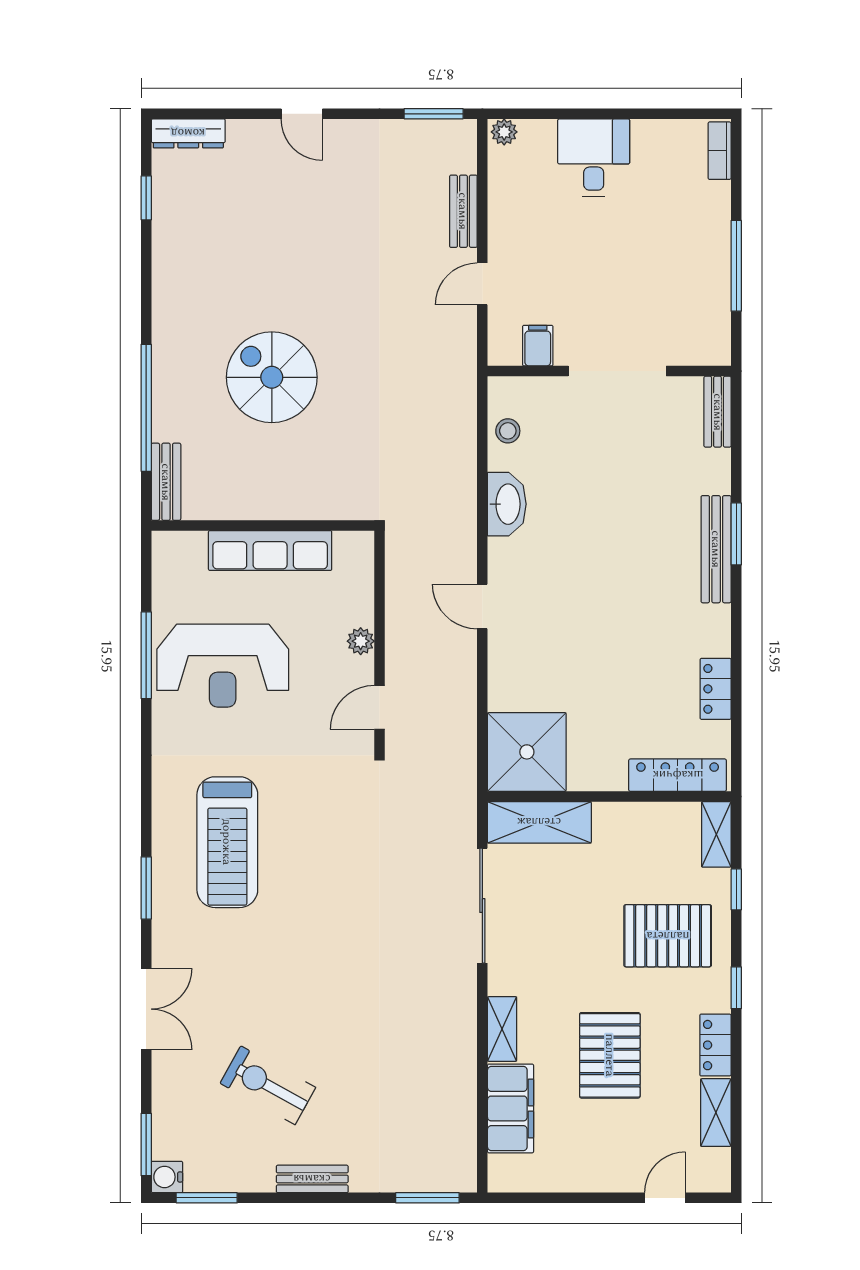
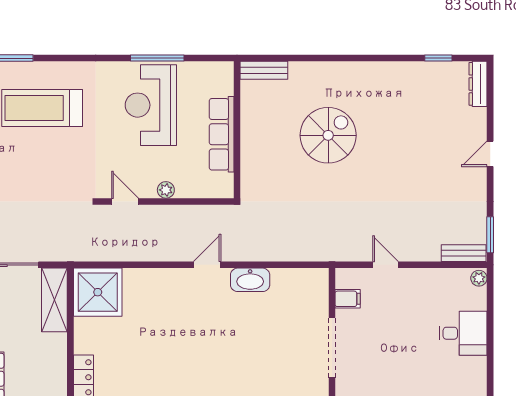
bench: (463, 211) -> (464, 253), moved
window: (146, 408) -> (309, 58), removed
stool: (508, 431) -> (295, 280), removed
door: (482, 606) -> (207, 265), moved

